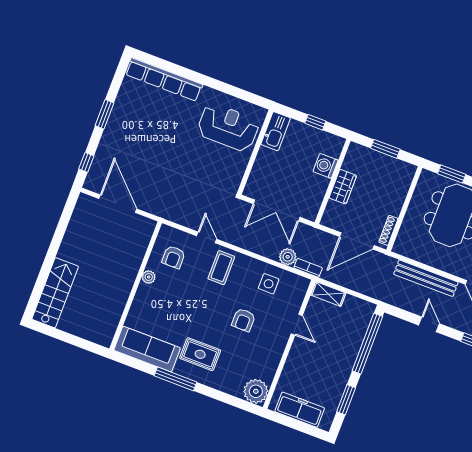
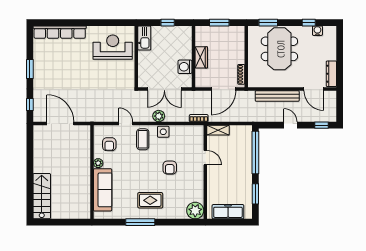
washing machine: (326, 166) -> (185, 67), moved
plant: (288, 257) -> (159, 116), moved
side table: (269, 284) -> (163, 132), moved
sofa: (147, 349) -> (103, 190), moved, turned 90

